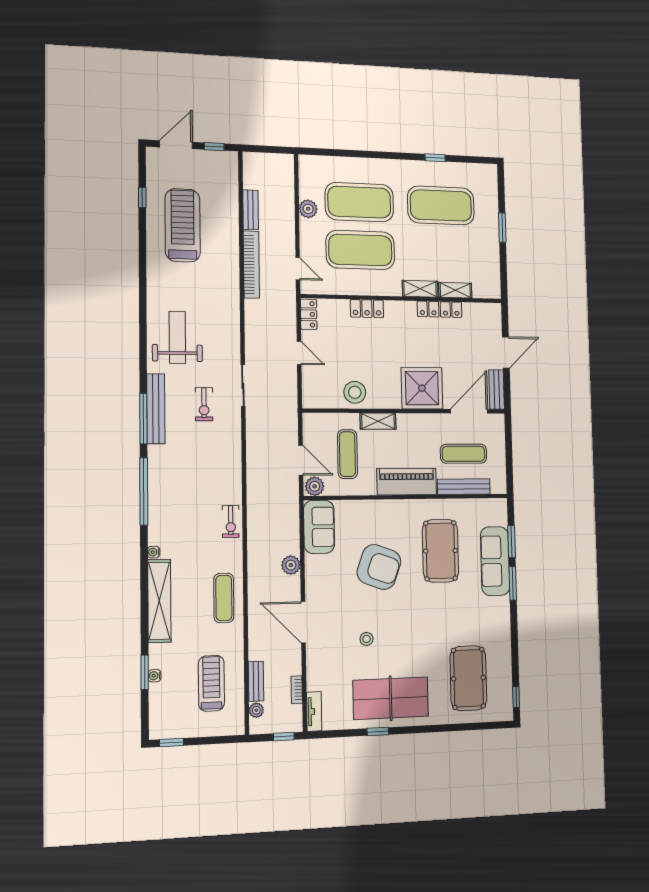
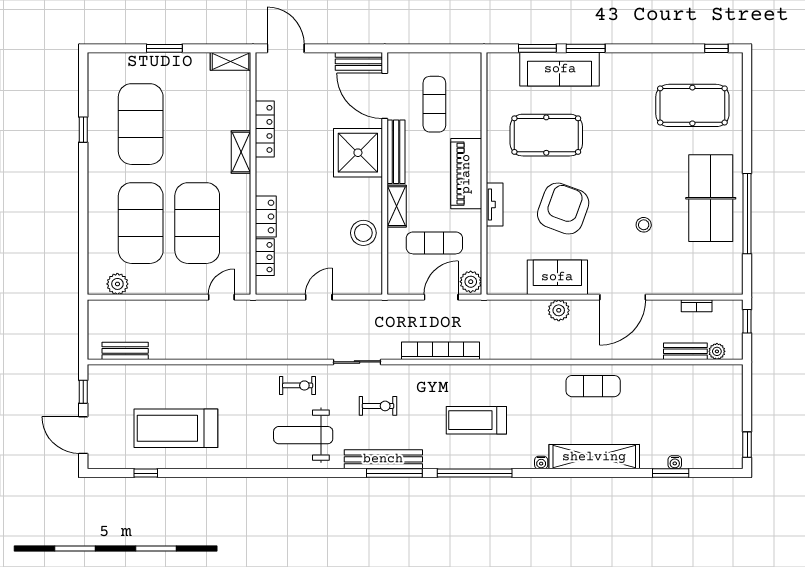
plant: (308, 209) -> (117, 284), moved
bench: (251, 210) -> (125, 351), moved
bookcase: (251, 265) -> (441, 351), moved
shelving: (455, 290) -> (231, 61), moved, turned 90
locker: (309, 314) -> (265, 257), moved, turned 90
door: (506, 352) -> (286, 48), moved
bench: (464, 487) -> (396, 152), moved
exercise bike: (231, 521) -> (298, 385), moved
sofa: (319, 527) -> (557, 277), moved
treadmill: (211, 683) -> (476, 420), moved
tv unit: (314, 711) -> (495, 204), moved, turned 90
window: (378, 731) -> (747, 214), width x3.17

